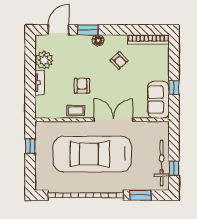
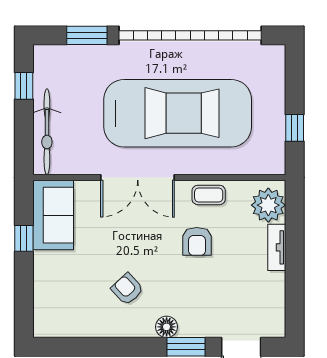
bookcase: (148, 39) -> (72, 329), removed
plant: (44, 60) -> (268, 205), moved
bicycle: (162, 163) -> (47, 132), moved

